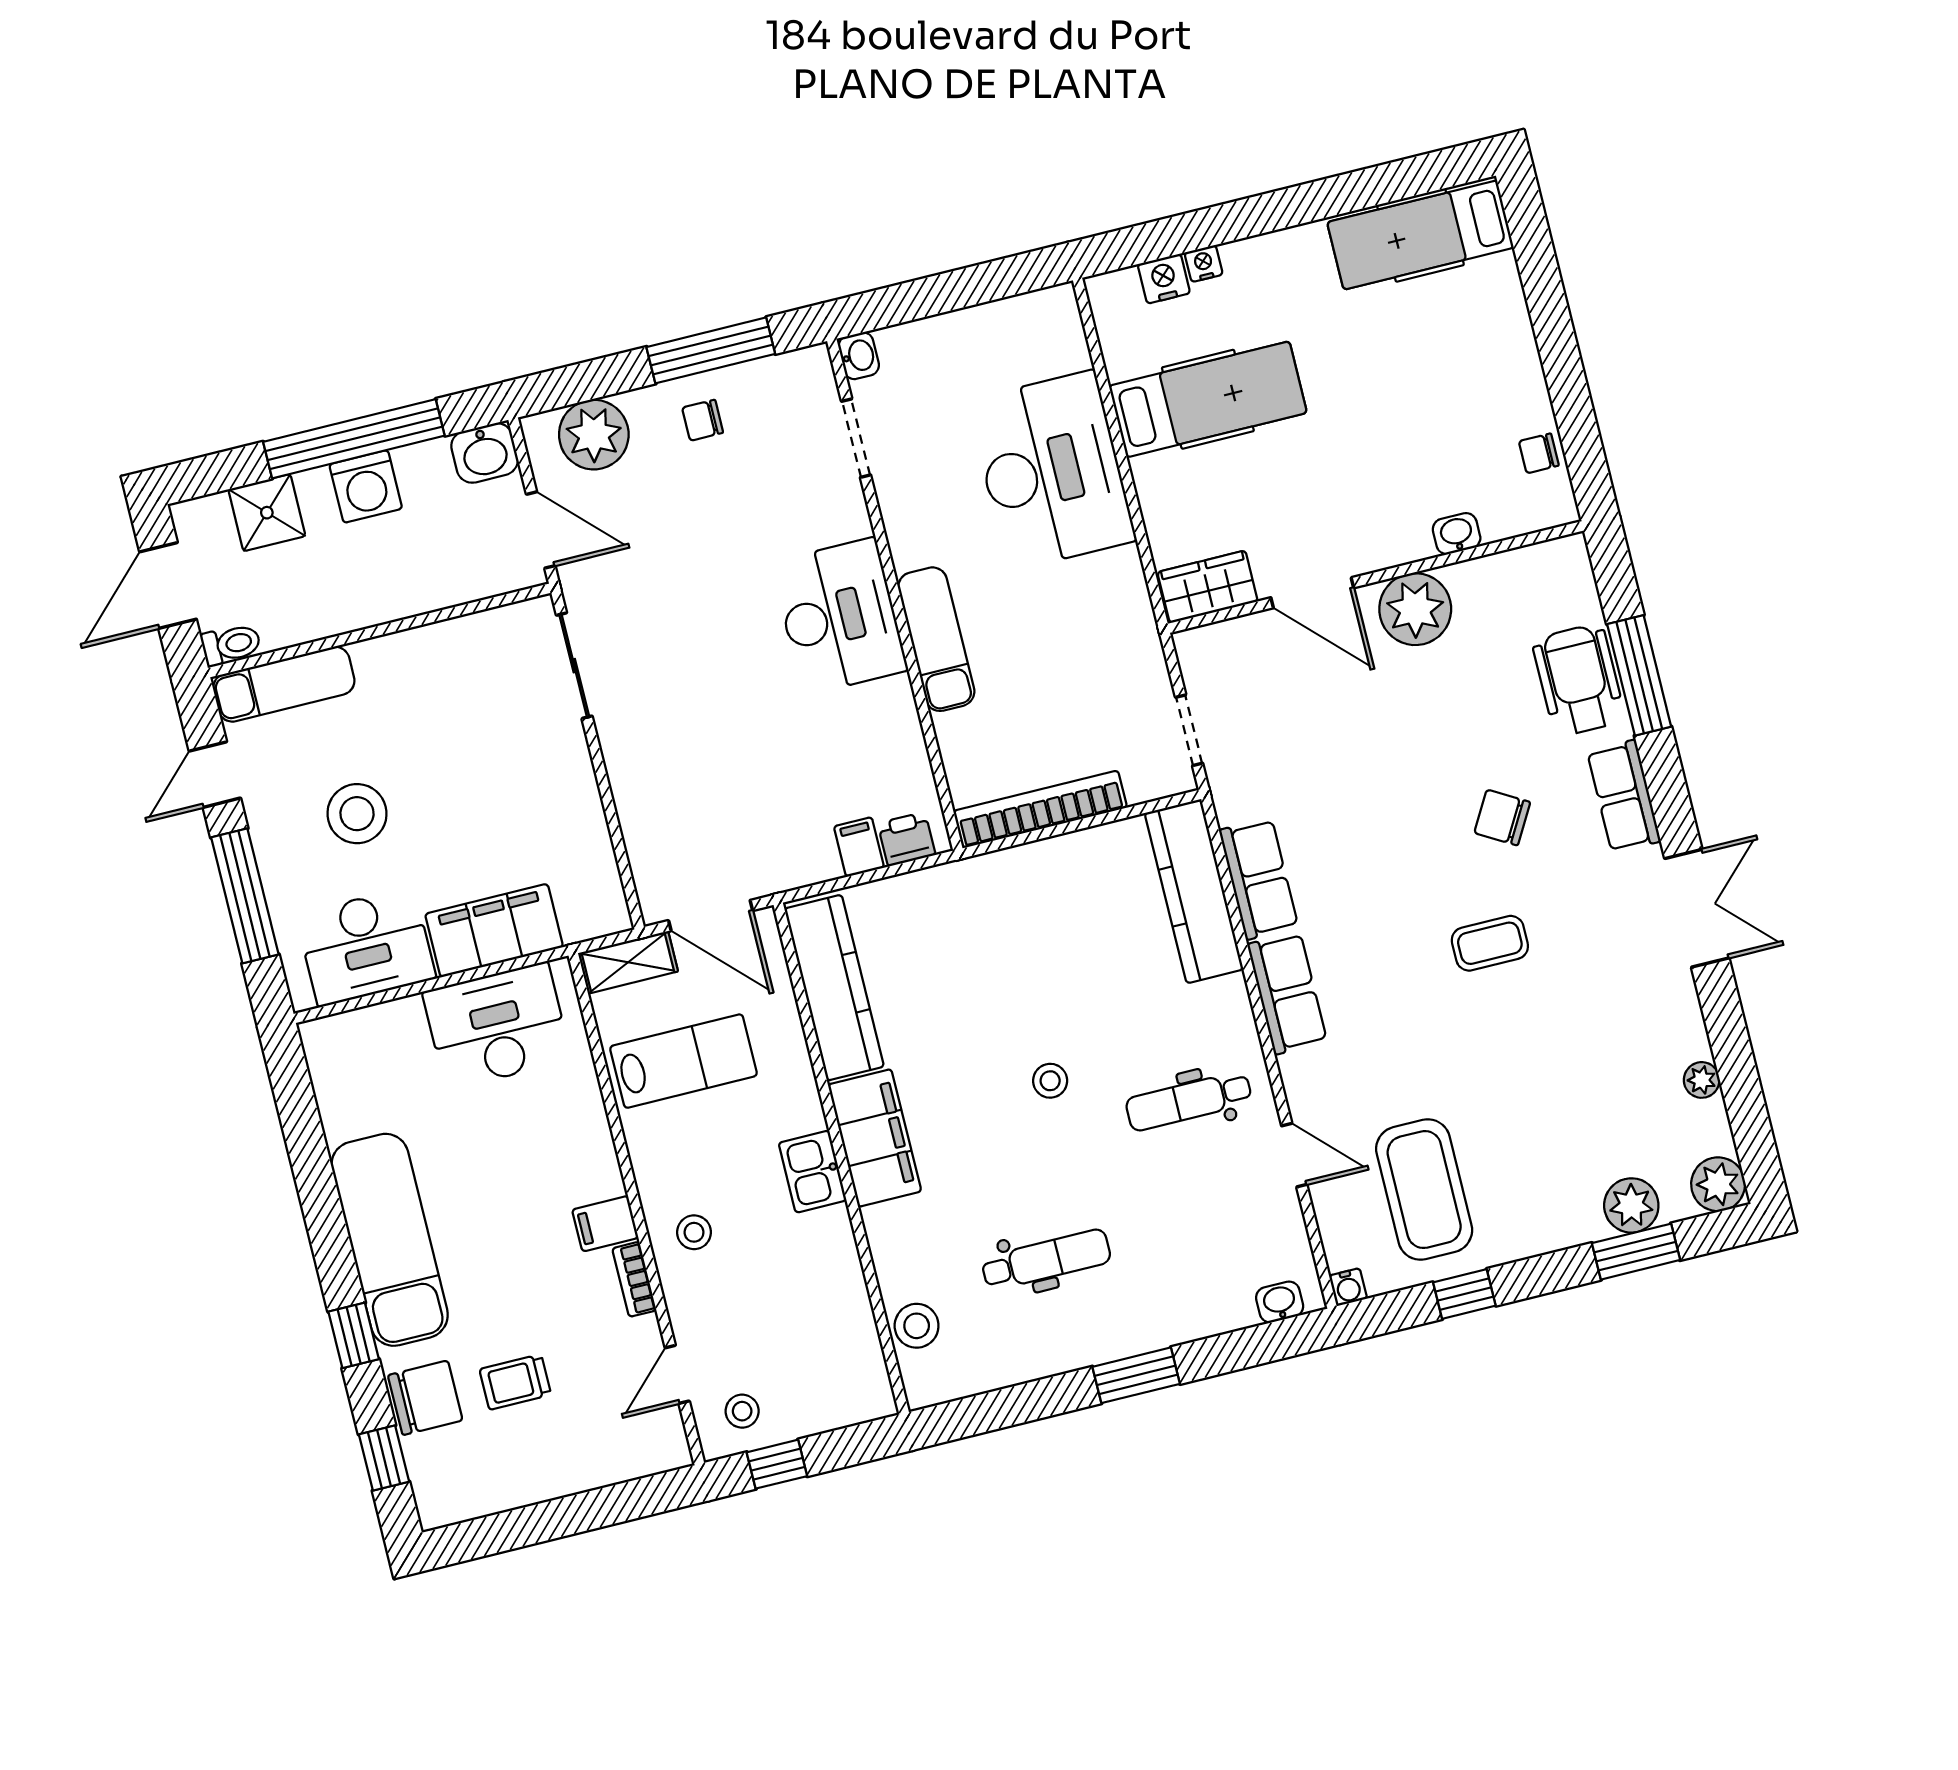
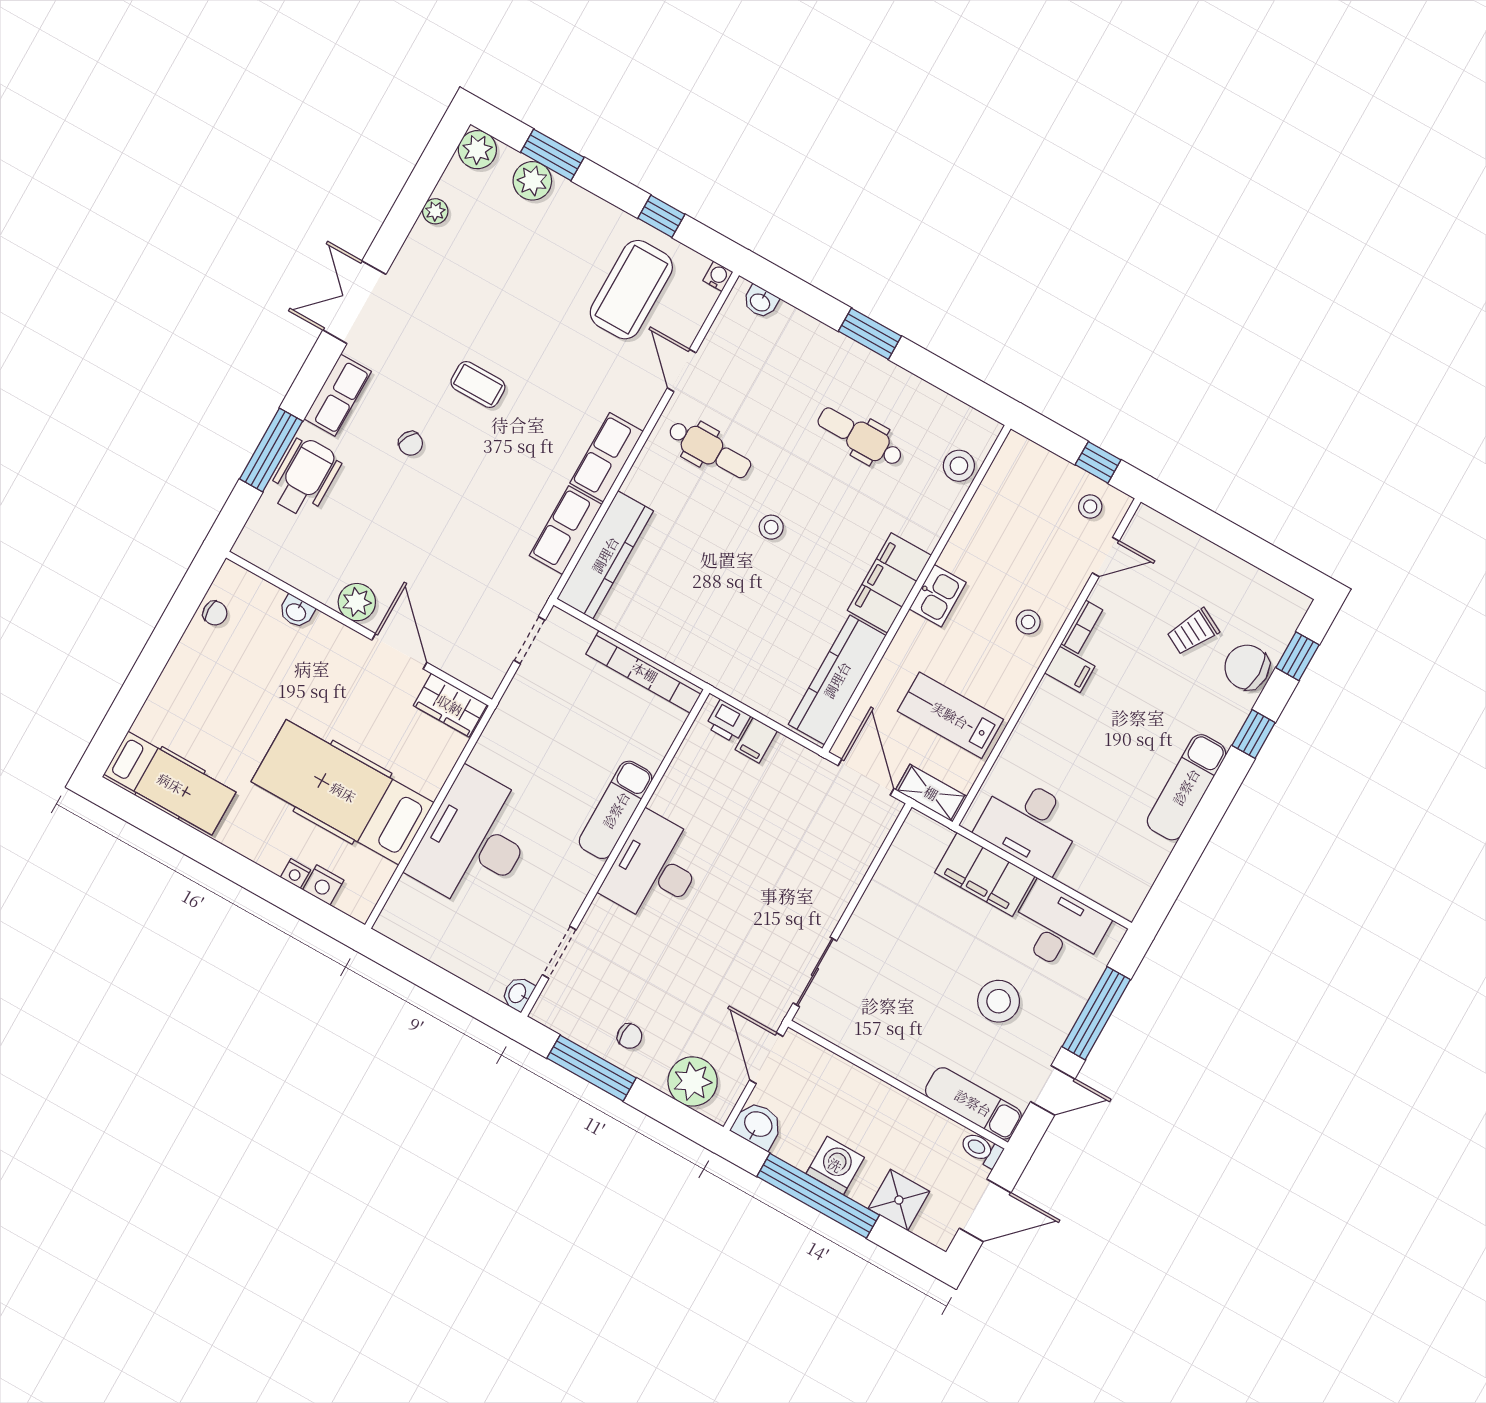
hospital bed: (1208, 399) -> (343, 792), width x1.37, depth x1.29
plant: (1415, 609) -> (357, 602), width x0.73, depth x0.73
wheelchair: (1579, 680) -> (304, 477), turned 180
chair: (1502, 817) -> (411, 443), width x0.73, depth x0.73
exam couch: (390, 1240) -> (1186, 787), width x0.73, depth x0.69
trolley: (515, 1382) -> (1193, 632), turned 118

